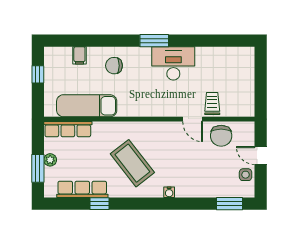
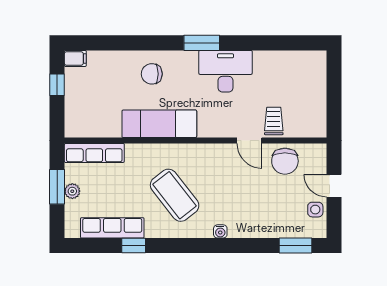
filing cabinet: (79, 55) -> (75, 58), moved, turned -90
exam couch: (87, 106) -> (159, 124), moved
window: (38, 168) -> (57, 187), moved

